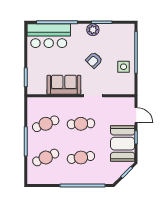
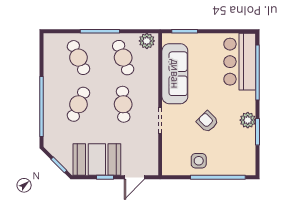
sofa: (64, 85) -> (175, 74), width x1.36
plant: (33, 106) -> (147, 41), added
cafe table: (81, 157) -> (78, 104), turned 33

